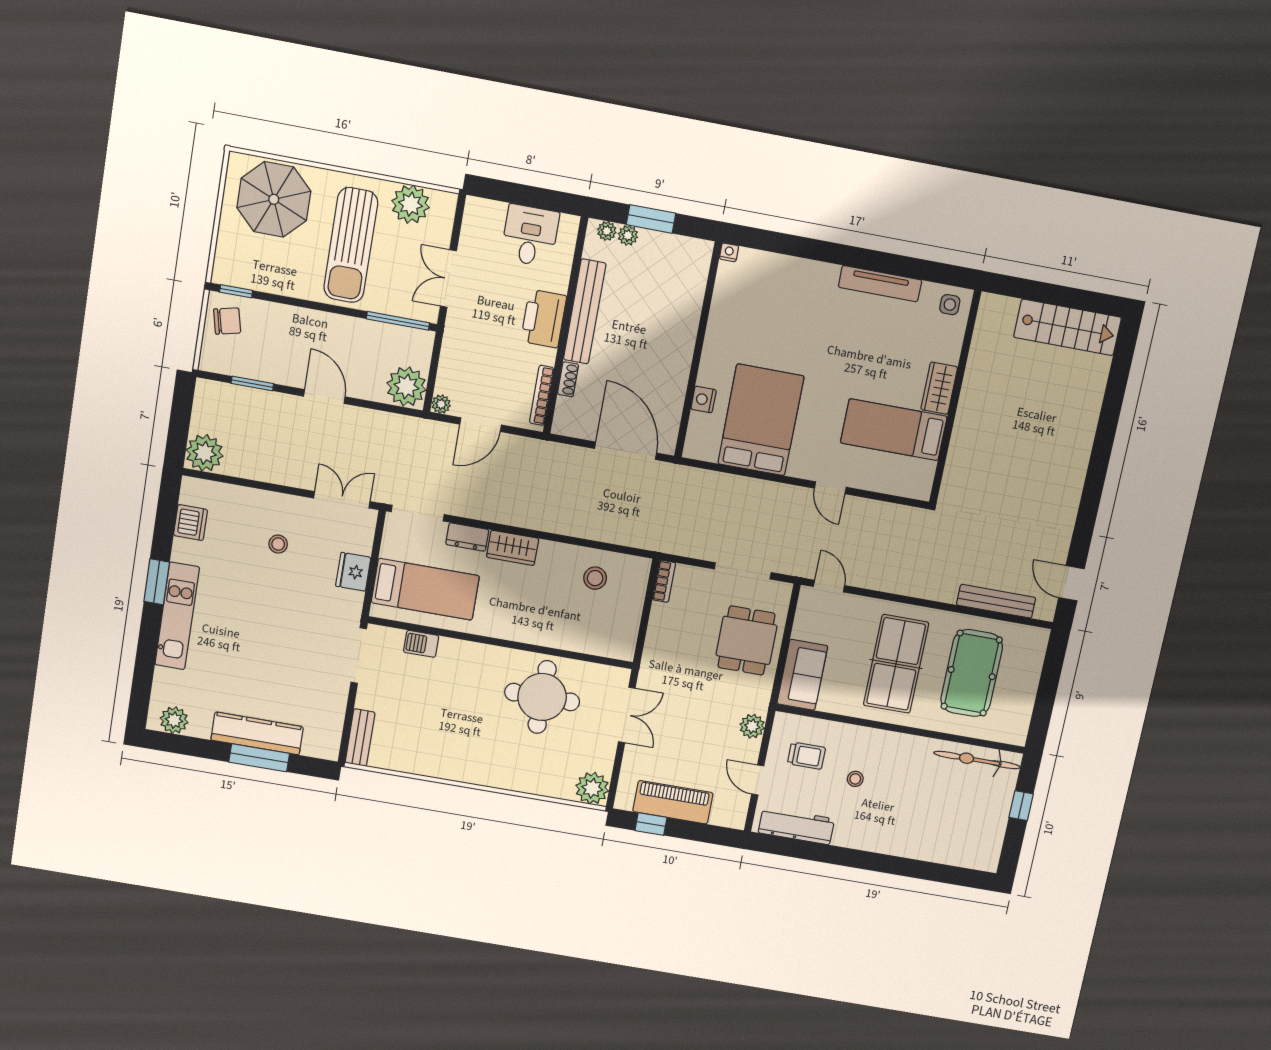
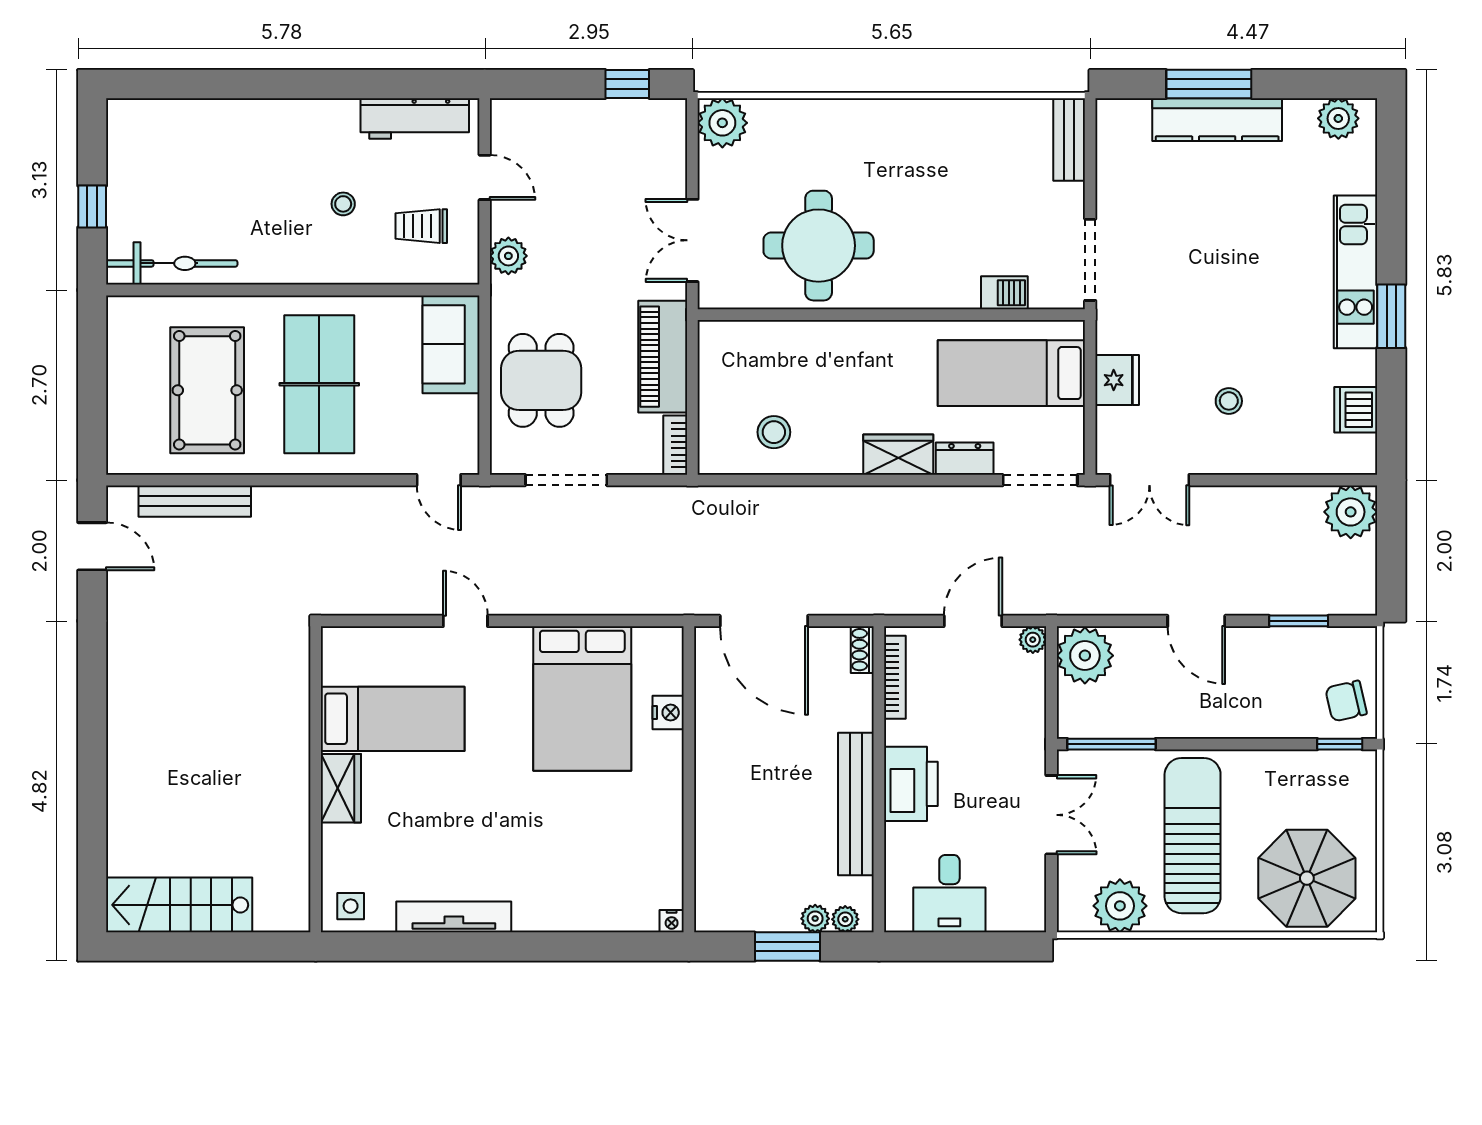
shoe rack: (568, 379) -> (862, 650), moved
piano: (673, 802) -> (663, 357), moved, turned 90

